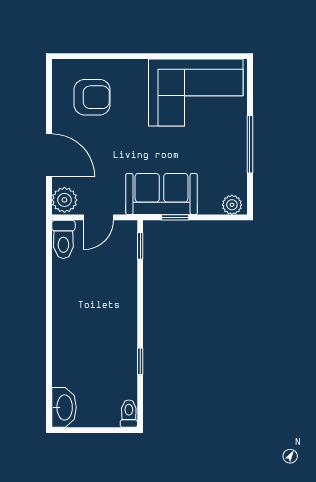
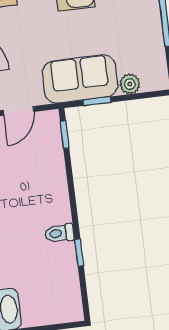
plant: (232, 205) -> (130, 84), moved
toilet: (129, 414) -> (59, 233), moved, turned -90

